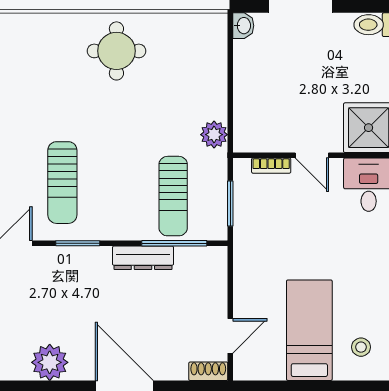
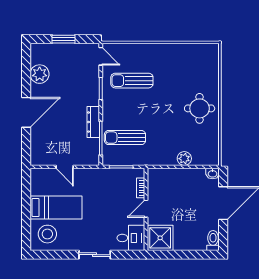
plant: (214, 135) -> (184, 159), moved
door: (230, 336) -> (65, 167), moved
stool: (361, 347) -> (47, 234), width x1.89, depth x1.89
shoe rack: (208, 371) -> (35, 156), removed

